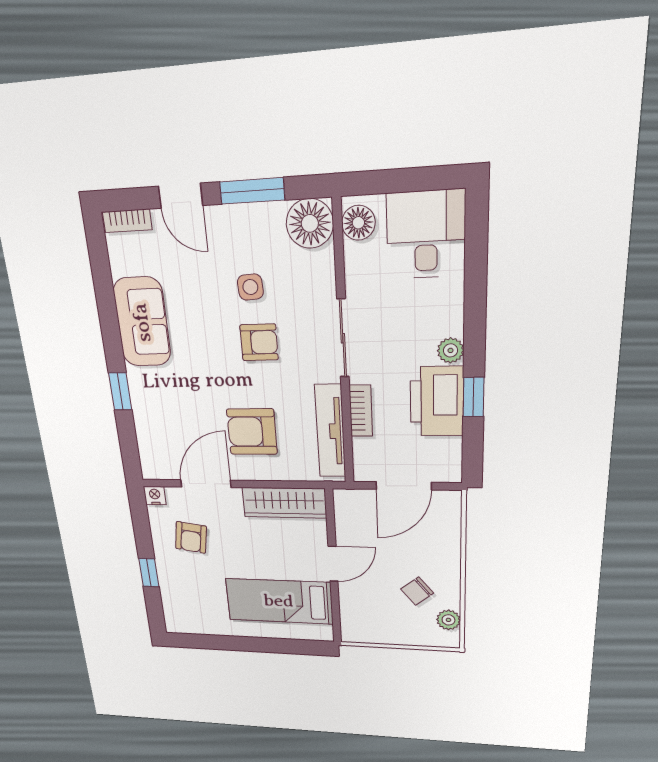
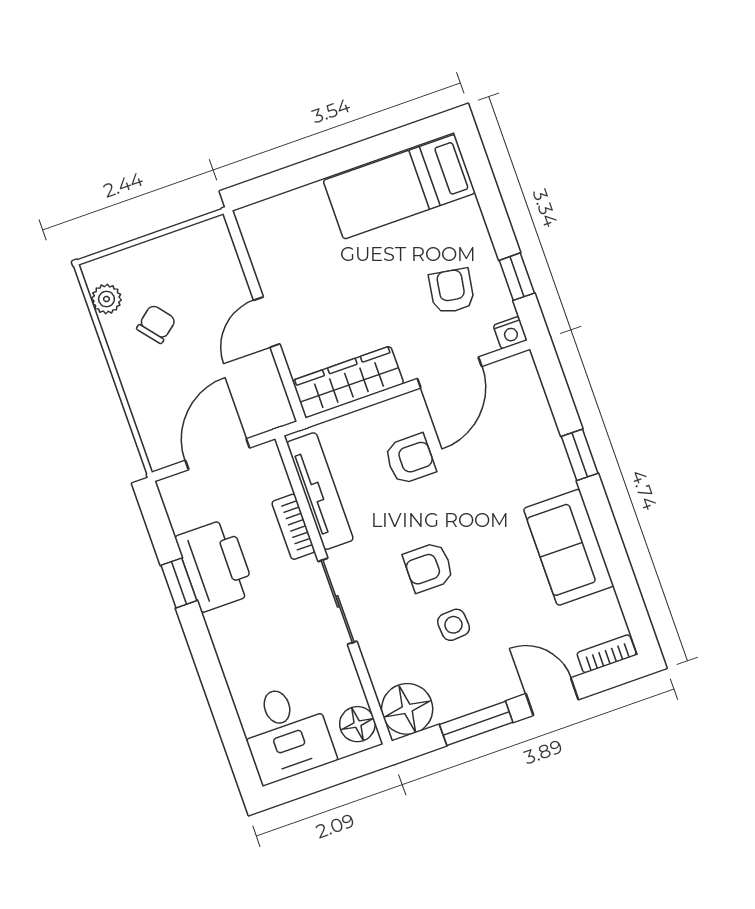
plant: (451, 350) -> (221, 625), removed
armchair: (252, 432) -> (410, 459), width x0.72, depth x0.72
window: (149, 573) -> (517, 277), moved
bed: (279, 601) -> (399, 187), moved, turned 180

